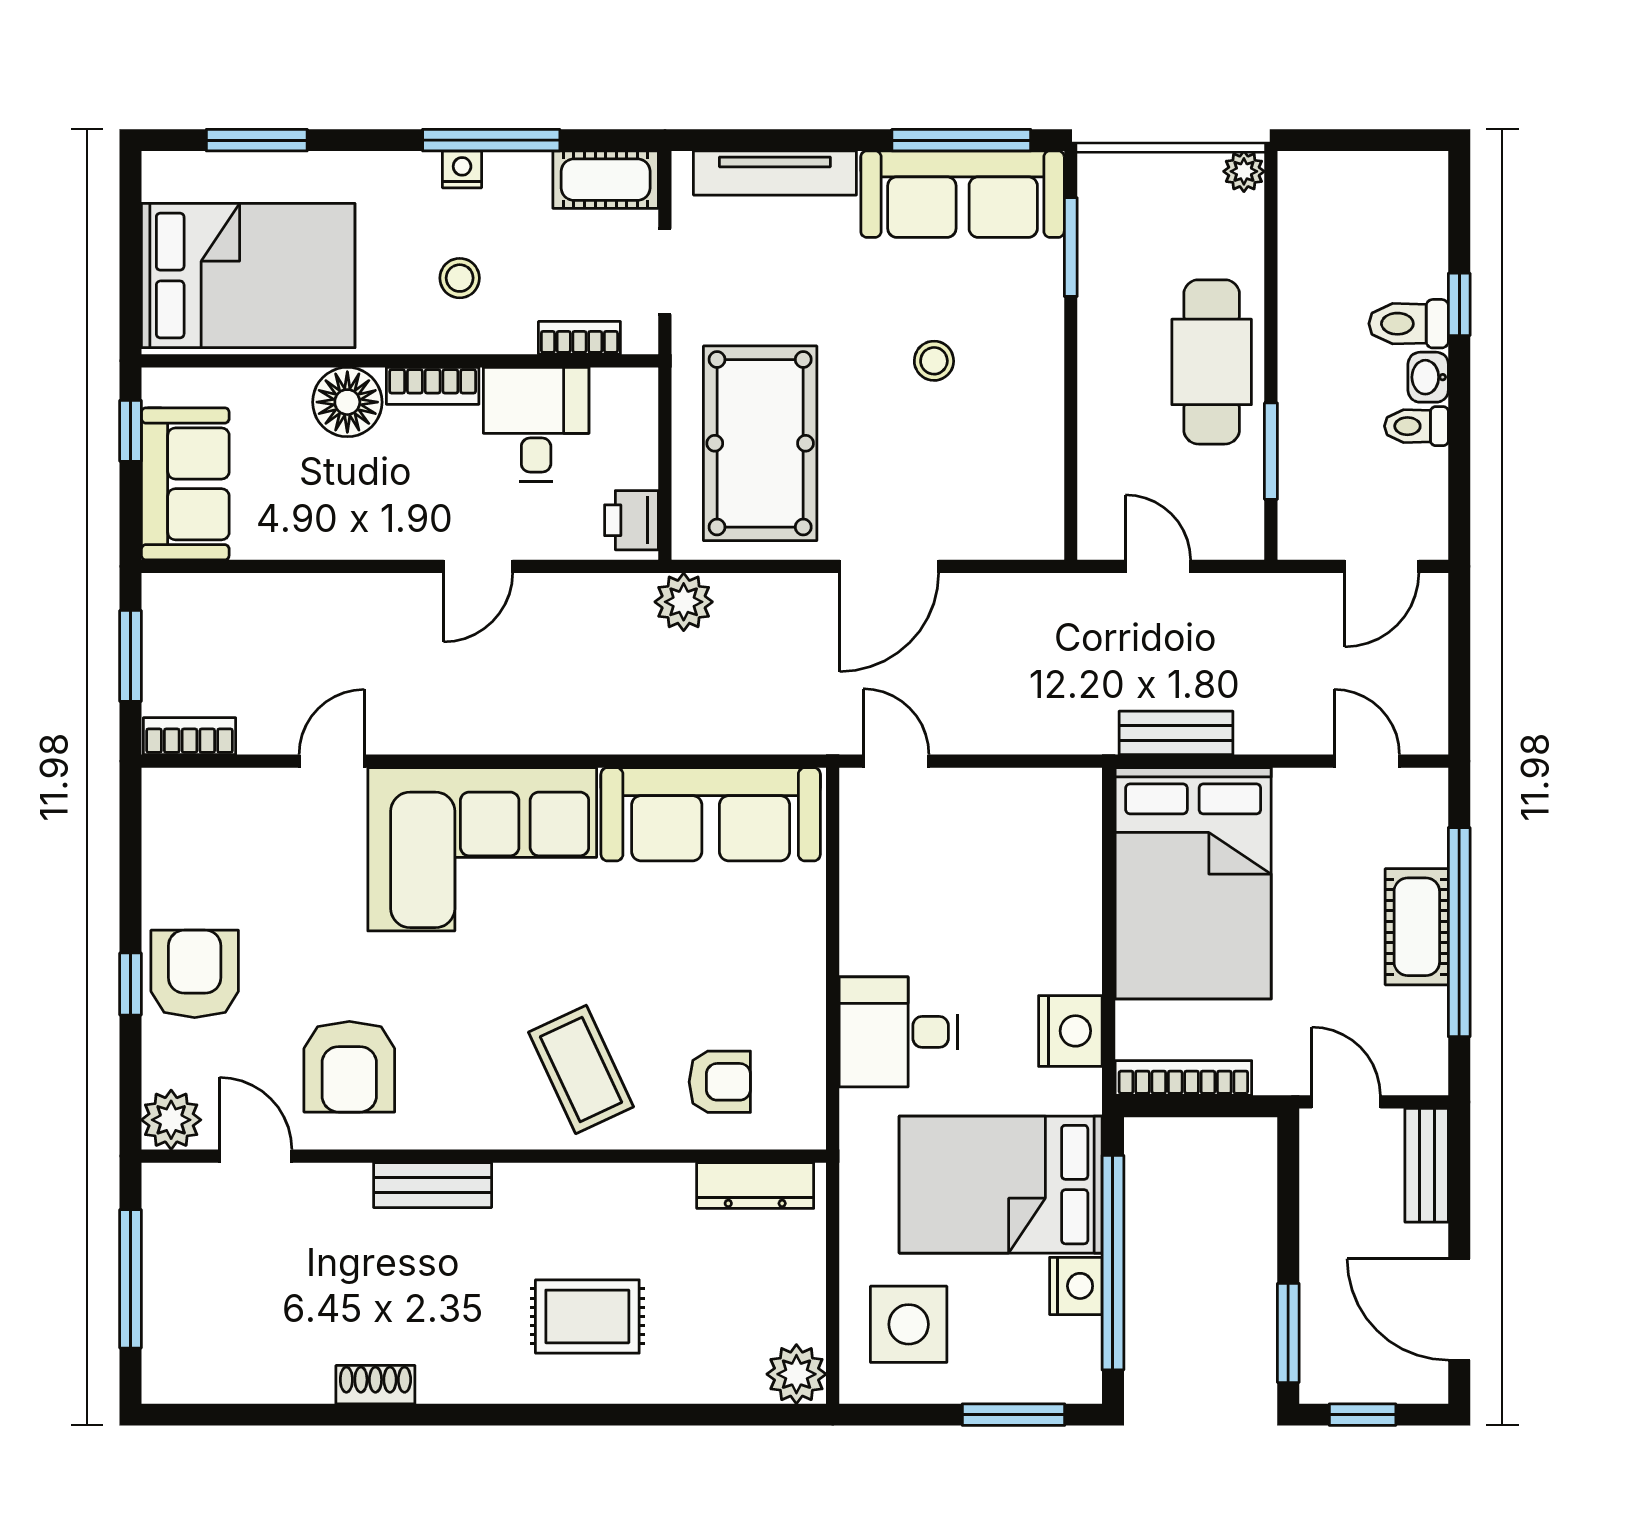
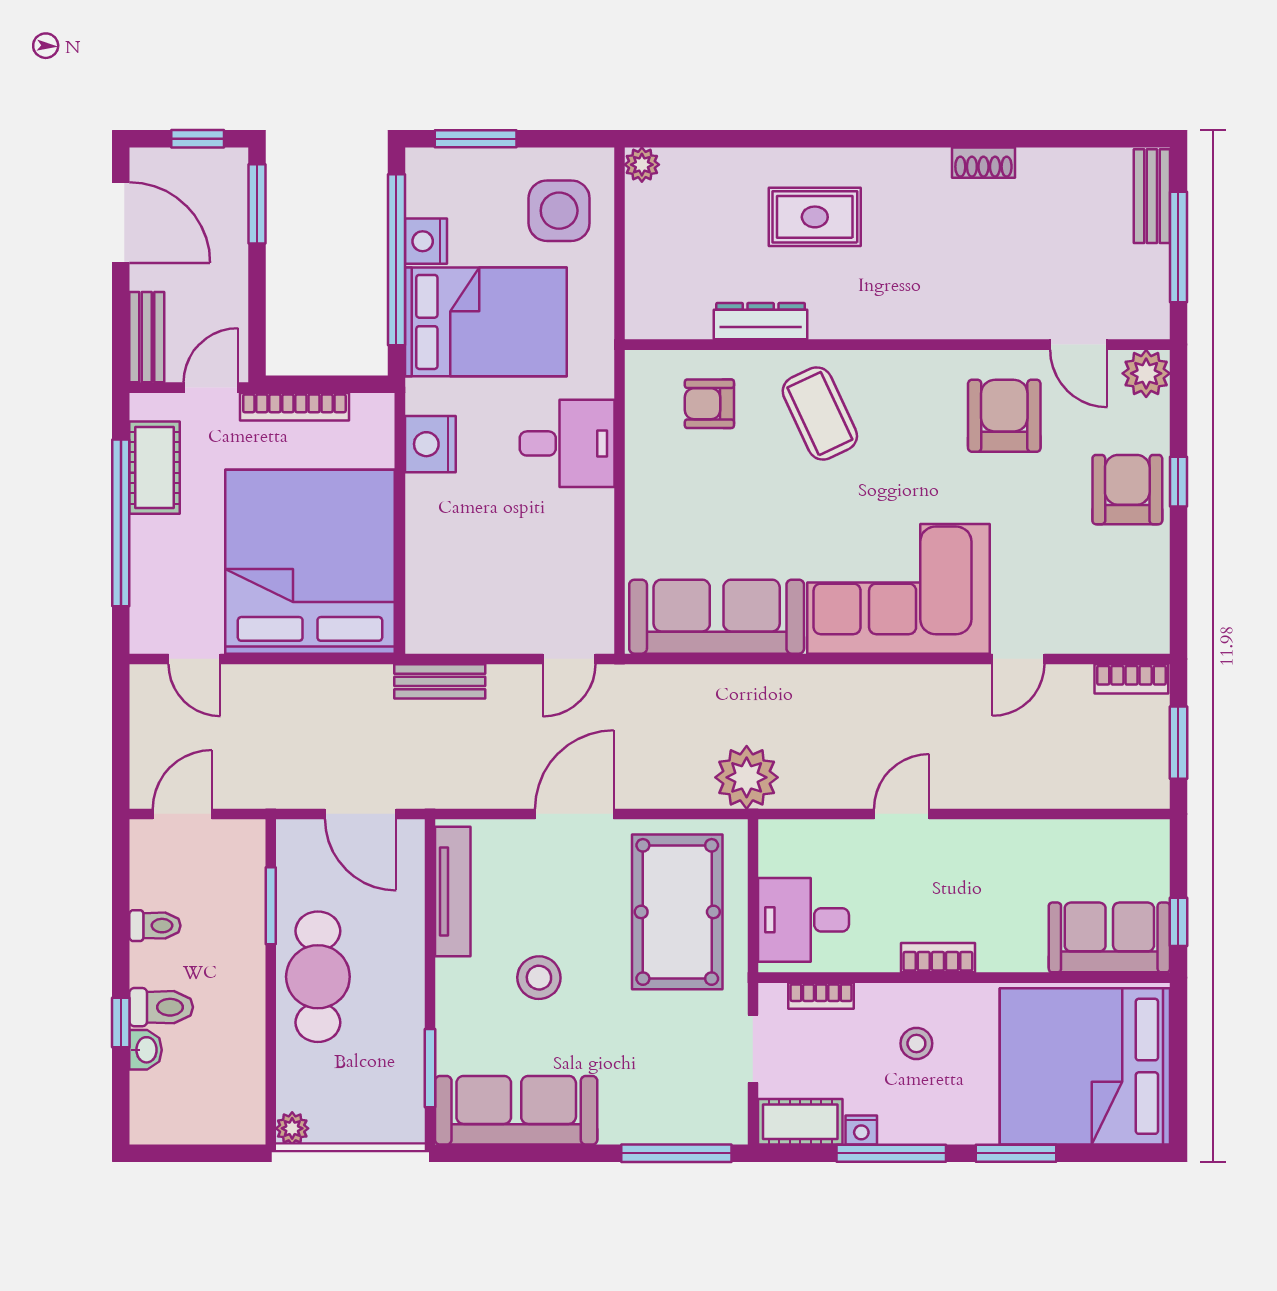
window: (257, 140) -> (1016, 1153), moved
window: (961, 140) -> (676, 1153), moved
nightstand: (462, 169) -> (861, 1130), moved
tv unit: (775, 173) -> (453, 892), moved, turned 90
bed: (248, 276) -> (1085, 1066), width x1.36
stool: (934, 361) -> (539, 978), width x1.37, depth x1.37
washbasin: (1428, 377) -> (146, 1050), moved
floor lamp: (347, 402) -> (1006, 945), removed
desk: (536, 424) -> (803, 920), moved, turned 90
sofa: (185, 484) -> (1109, 937), moved, turned 90
printer: (632, 520) -> (780, 851), removed
door: (1158, 566) -> (361, 814), width x1.38
plant: (684, 602) -> (747, 777), width x1.36, depth x1.36
bench: (1176, 733) -> (440, 681), moved
door: (896, 761) -> (569, 659), hinge flipped
bed: (1193, 883) -> (310, 562), width x1.36
cot: (1417, 927) -> (155, 468), moved
armchair: (195, 974) -> (1127, 490), turned 180
bookcase: (1183, 1078) -> (294, 407), moved
door: (1346, 1102) -> (211, 388), swing flipped
bench: (433, 1185) -> (1152, 196), moved, turned 90
dresser: (755, 1185) -> (761, 321), moved
plant: (796, 1374) -> (642, 165), width x0.73, depth x0.73

